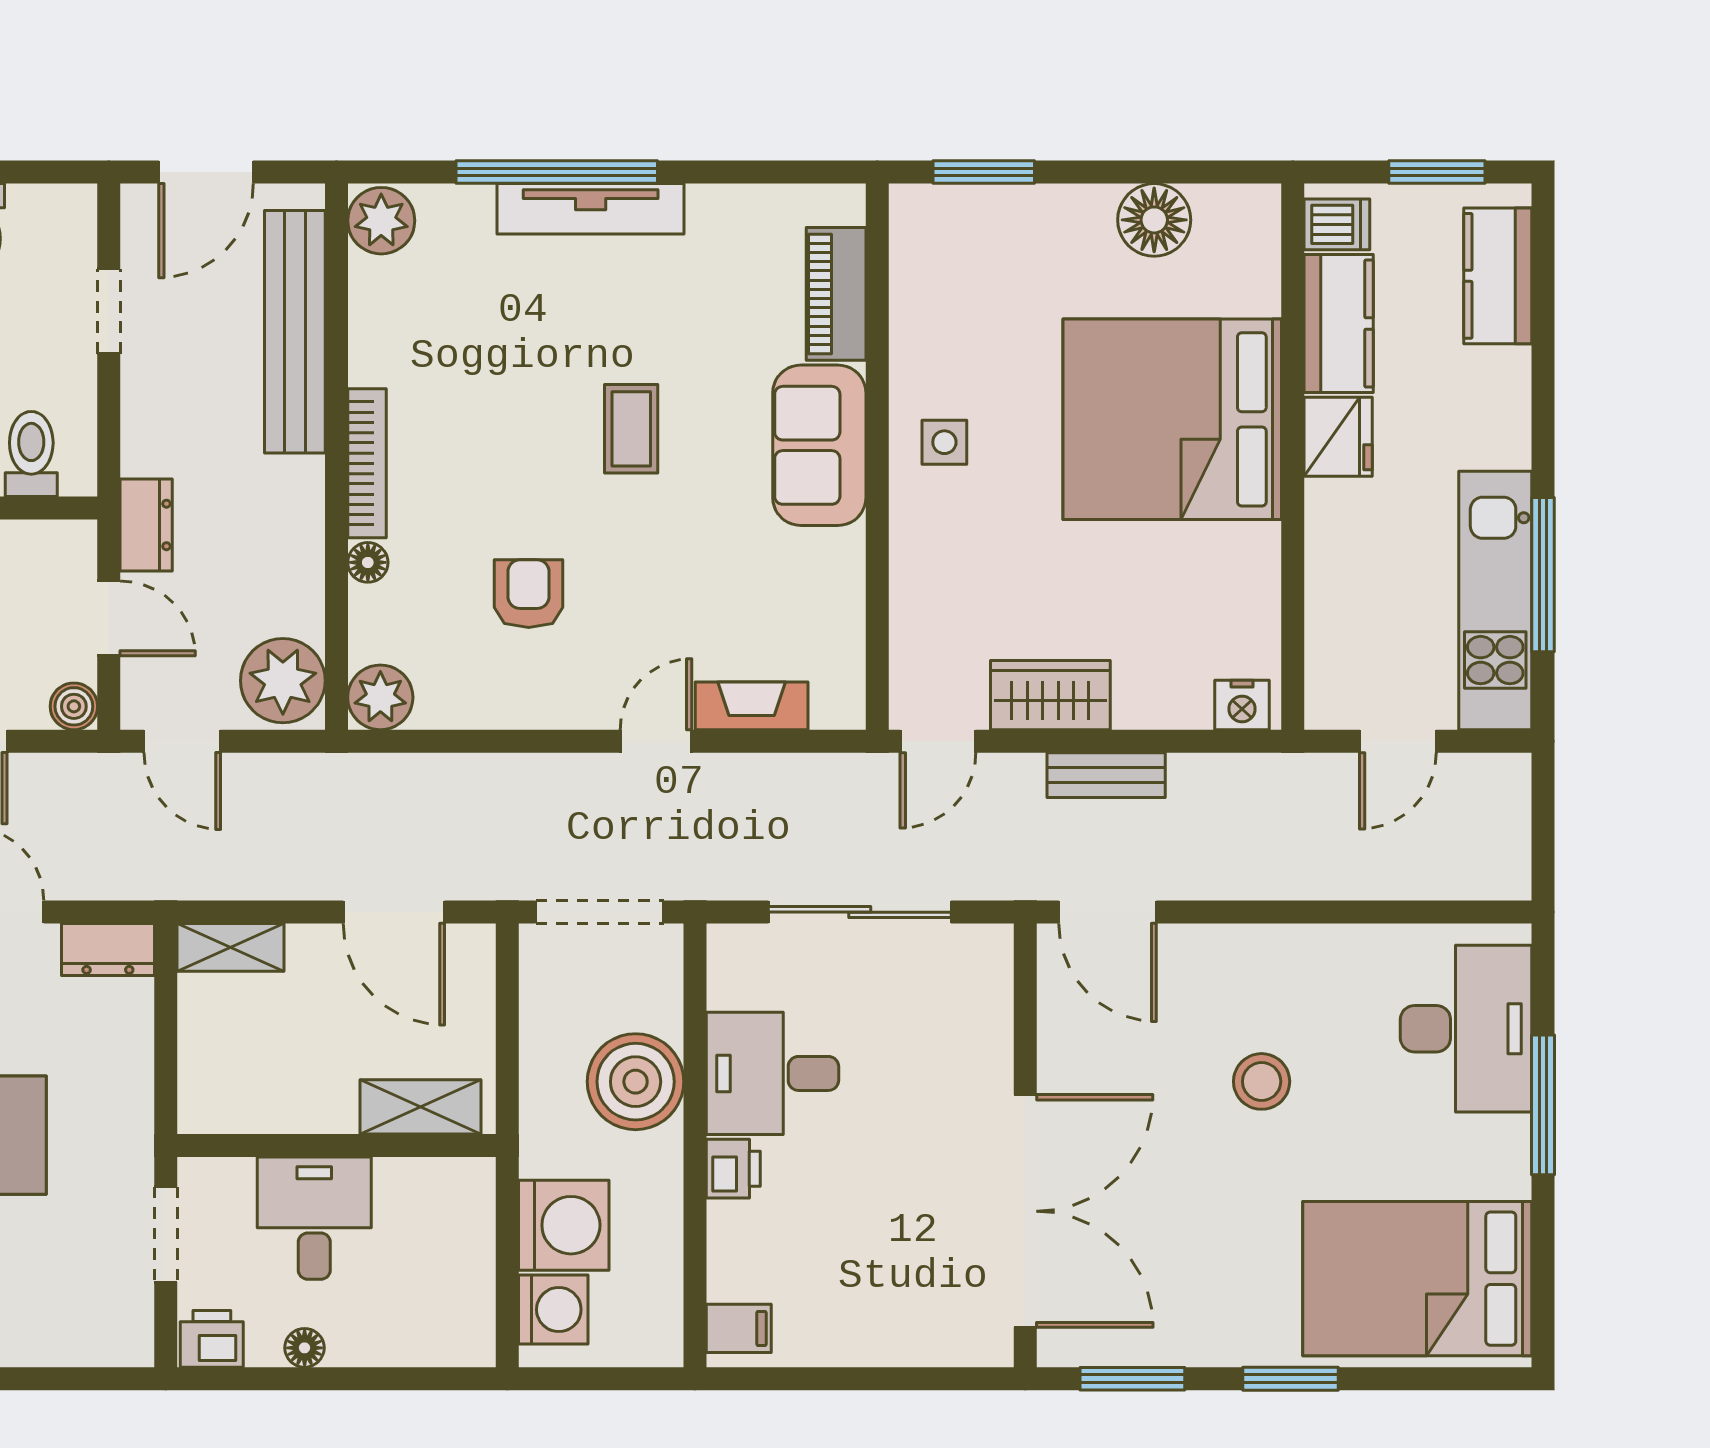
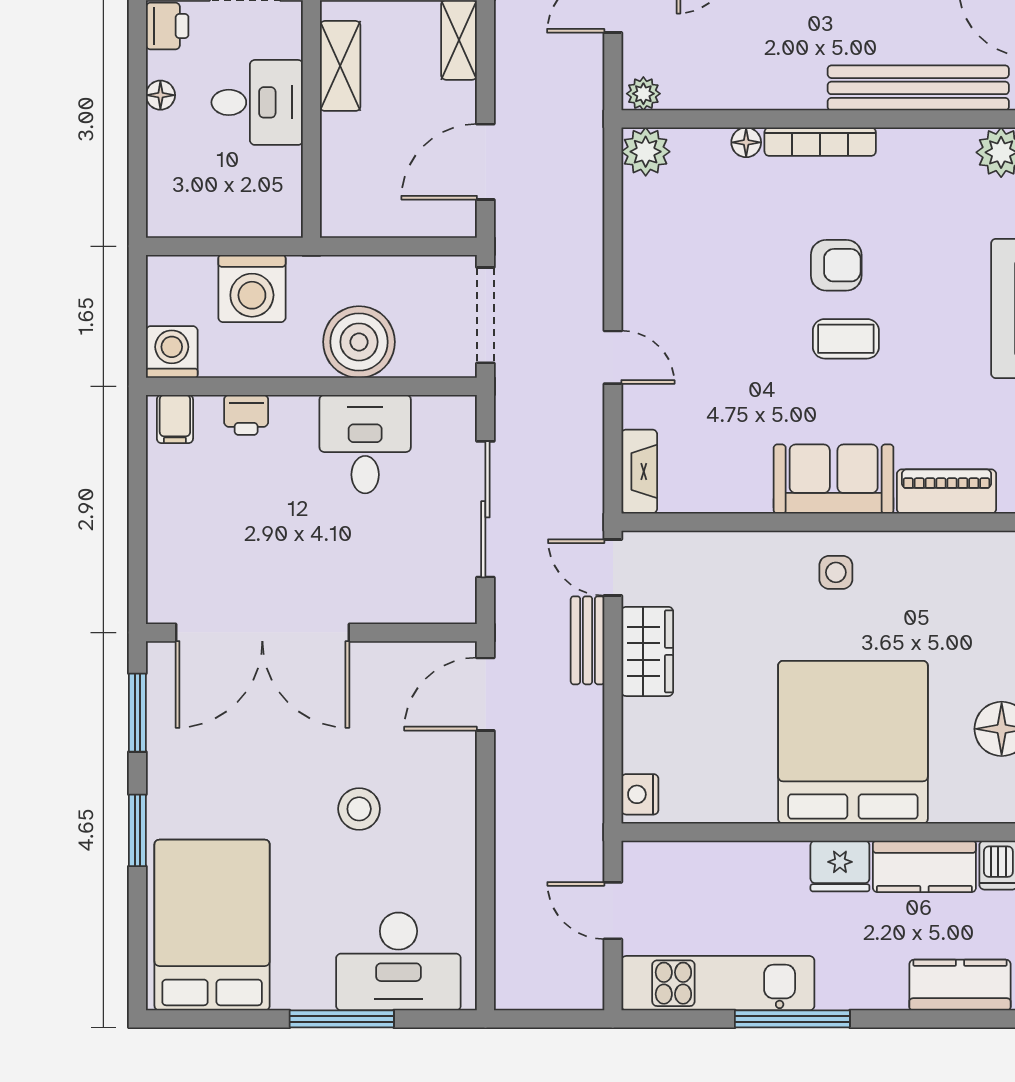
window: (1543, 575) -> (792, 1019), moved
armchair: (529, 594) -> (836, 265), moved
plant: (283, 681) -> (643, 94), width x0.53, depth x0.53
fireplace: (752, 706) -> (639, 471), moved
bench: (1106, 775) -> (588, 640), moved
shelving: (421, 1107) -> (340, 66), moved
printer: (733, 1169) -> (246, 415), moved
washing machine: (553, 1310) -> (172, 352), moved, turned 180

